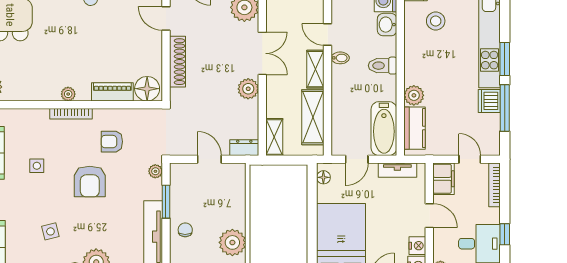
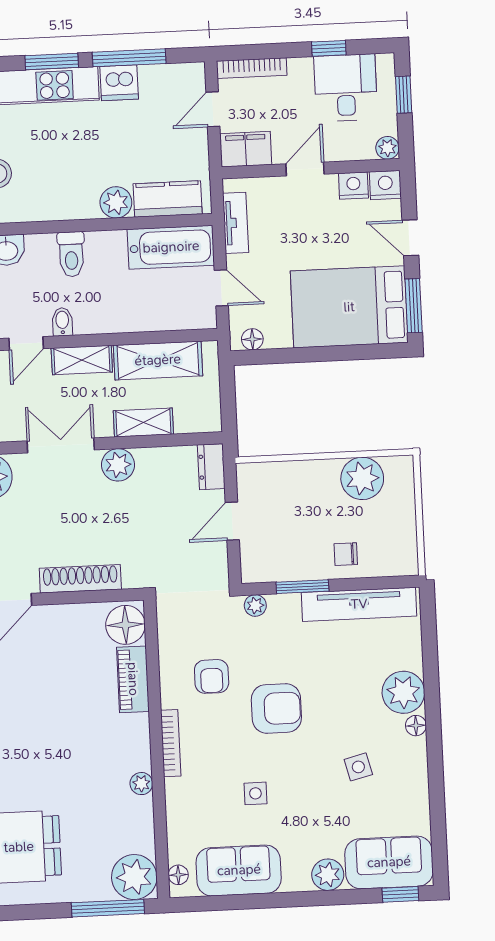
plant: (68, 94) -> (141, 784), moved
shelving: (274, 137) -> (143, 422), moved

